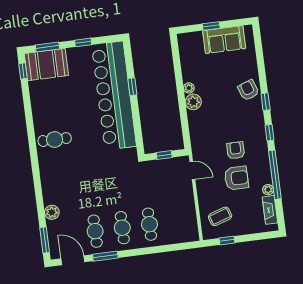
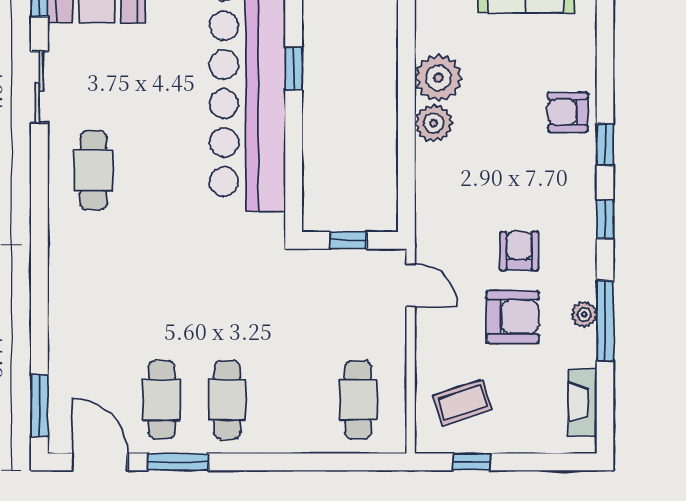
plant: (189, 88) -> (438, 78), width x1.88, depth x1.88
armchair: (248, 90) -> (568, 112), turned -70
sliding door: (28, 108) -> (39, 87), added
cafe table: (55, 140) -> (93, 170), turned 90
window: (275, 175) -> (605, 321), width x0.68
plant: (268, 190) -> (584, 314), moved
plant: (52, 212) -> (65, 342), removed
cafe table: (149, 224) -> (358, 400), moved

